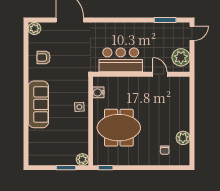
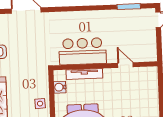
plant: (181, 57) -> (147, 46), removed
tv unit: (122, 81) -> (84, 74), added

